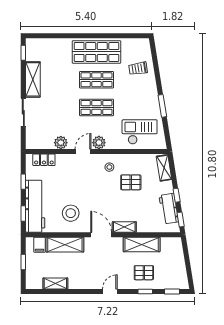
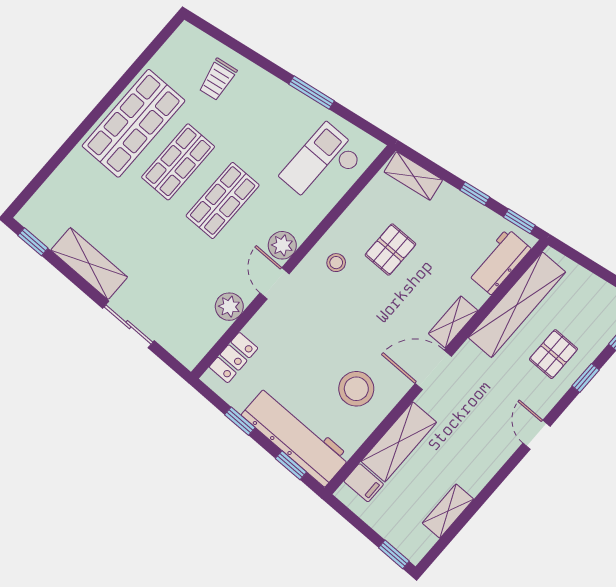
workbench: (169, 209) -> (499, 262), moved, turned 99
shelving: (142, 244) -> (517, 305), width x1.47
window: (23, 262) -> (394, 554), moved

